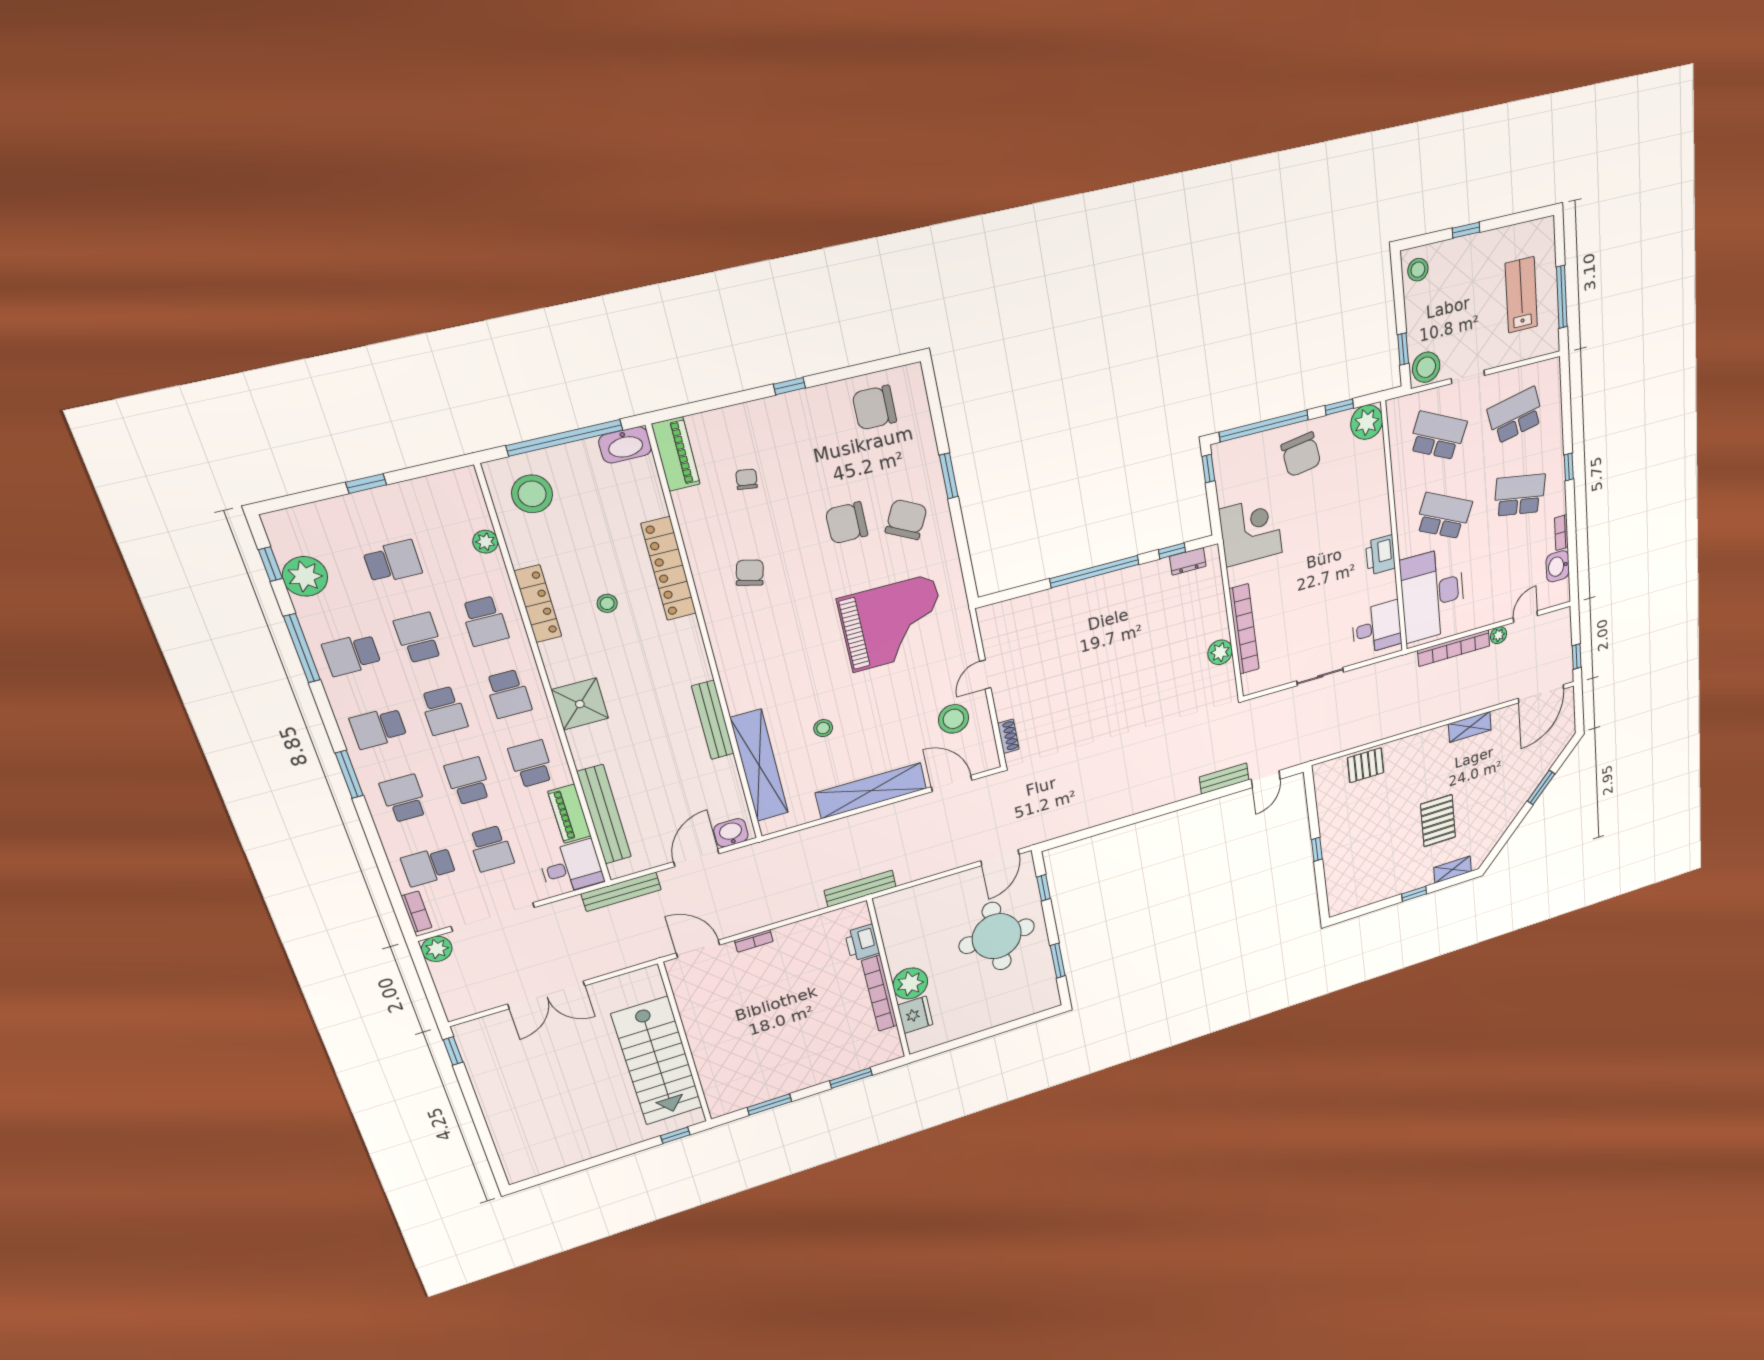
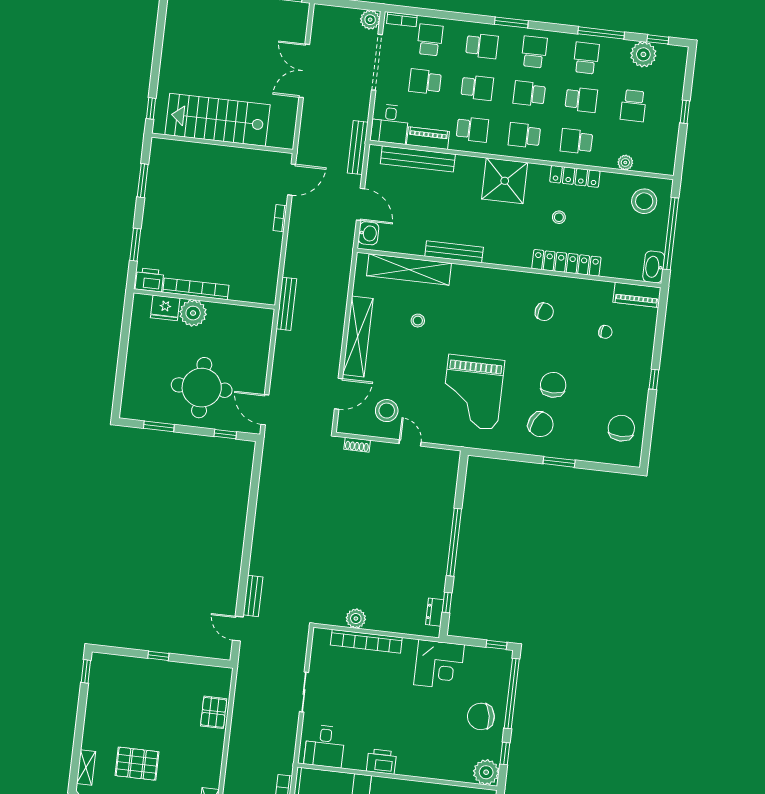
shower: (580, 704) -> (505, 181), width x1.37, depth x1.37
window: (1414, 894) -> (86, 671), moved
printer: (862, 943) -> (149, 280), moved

